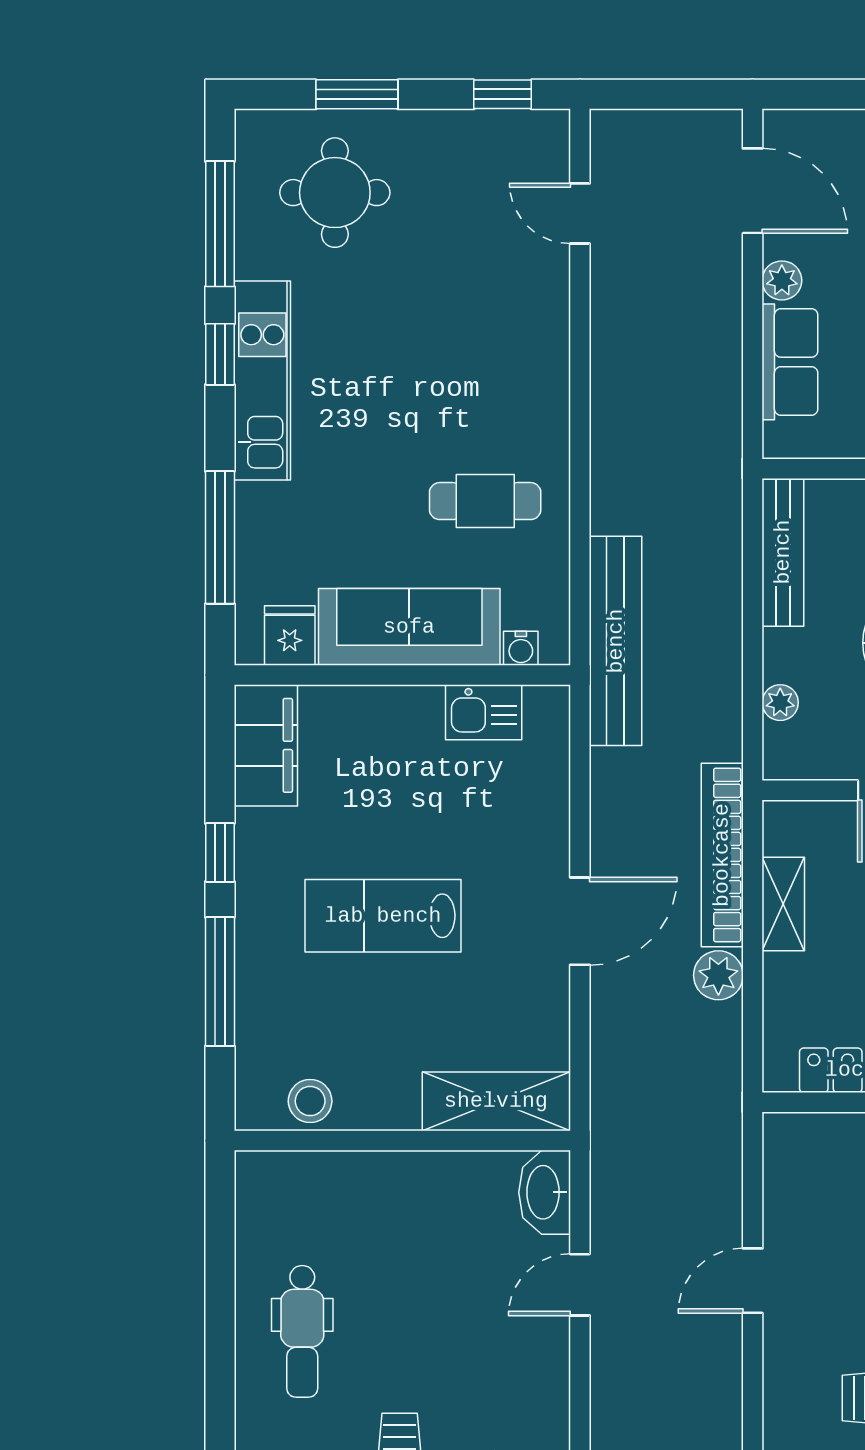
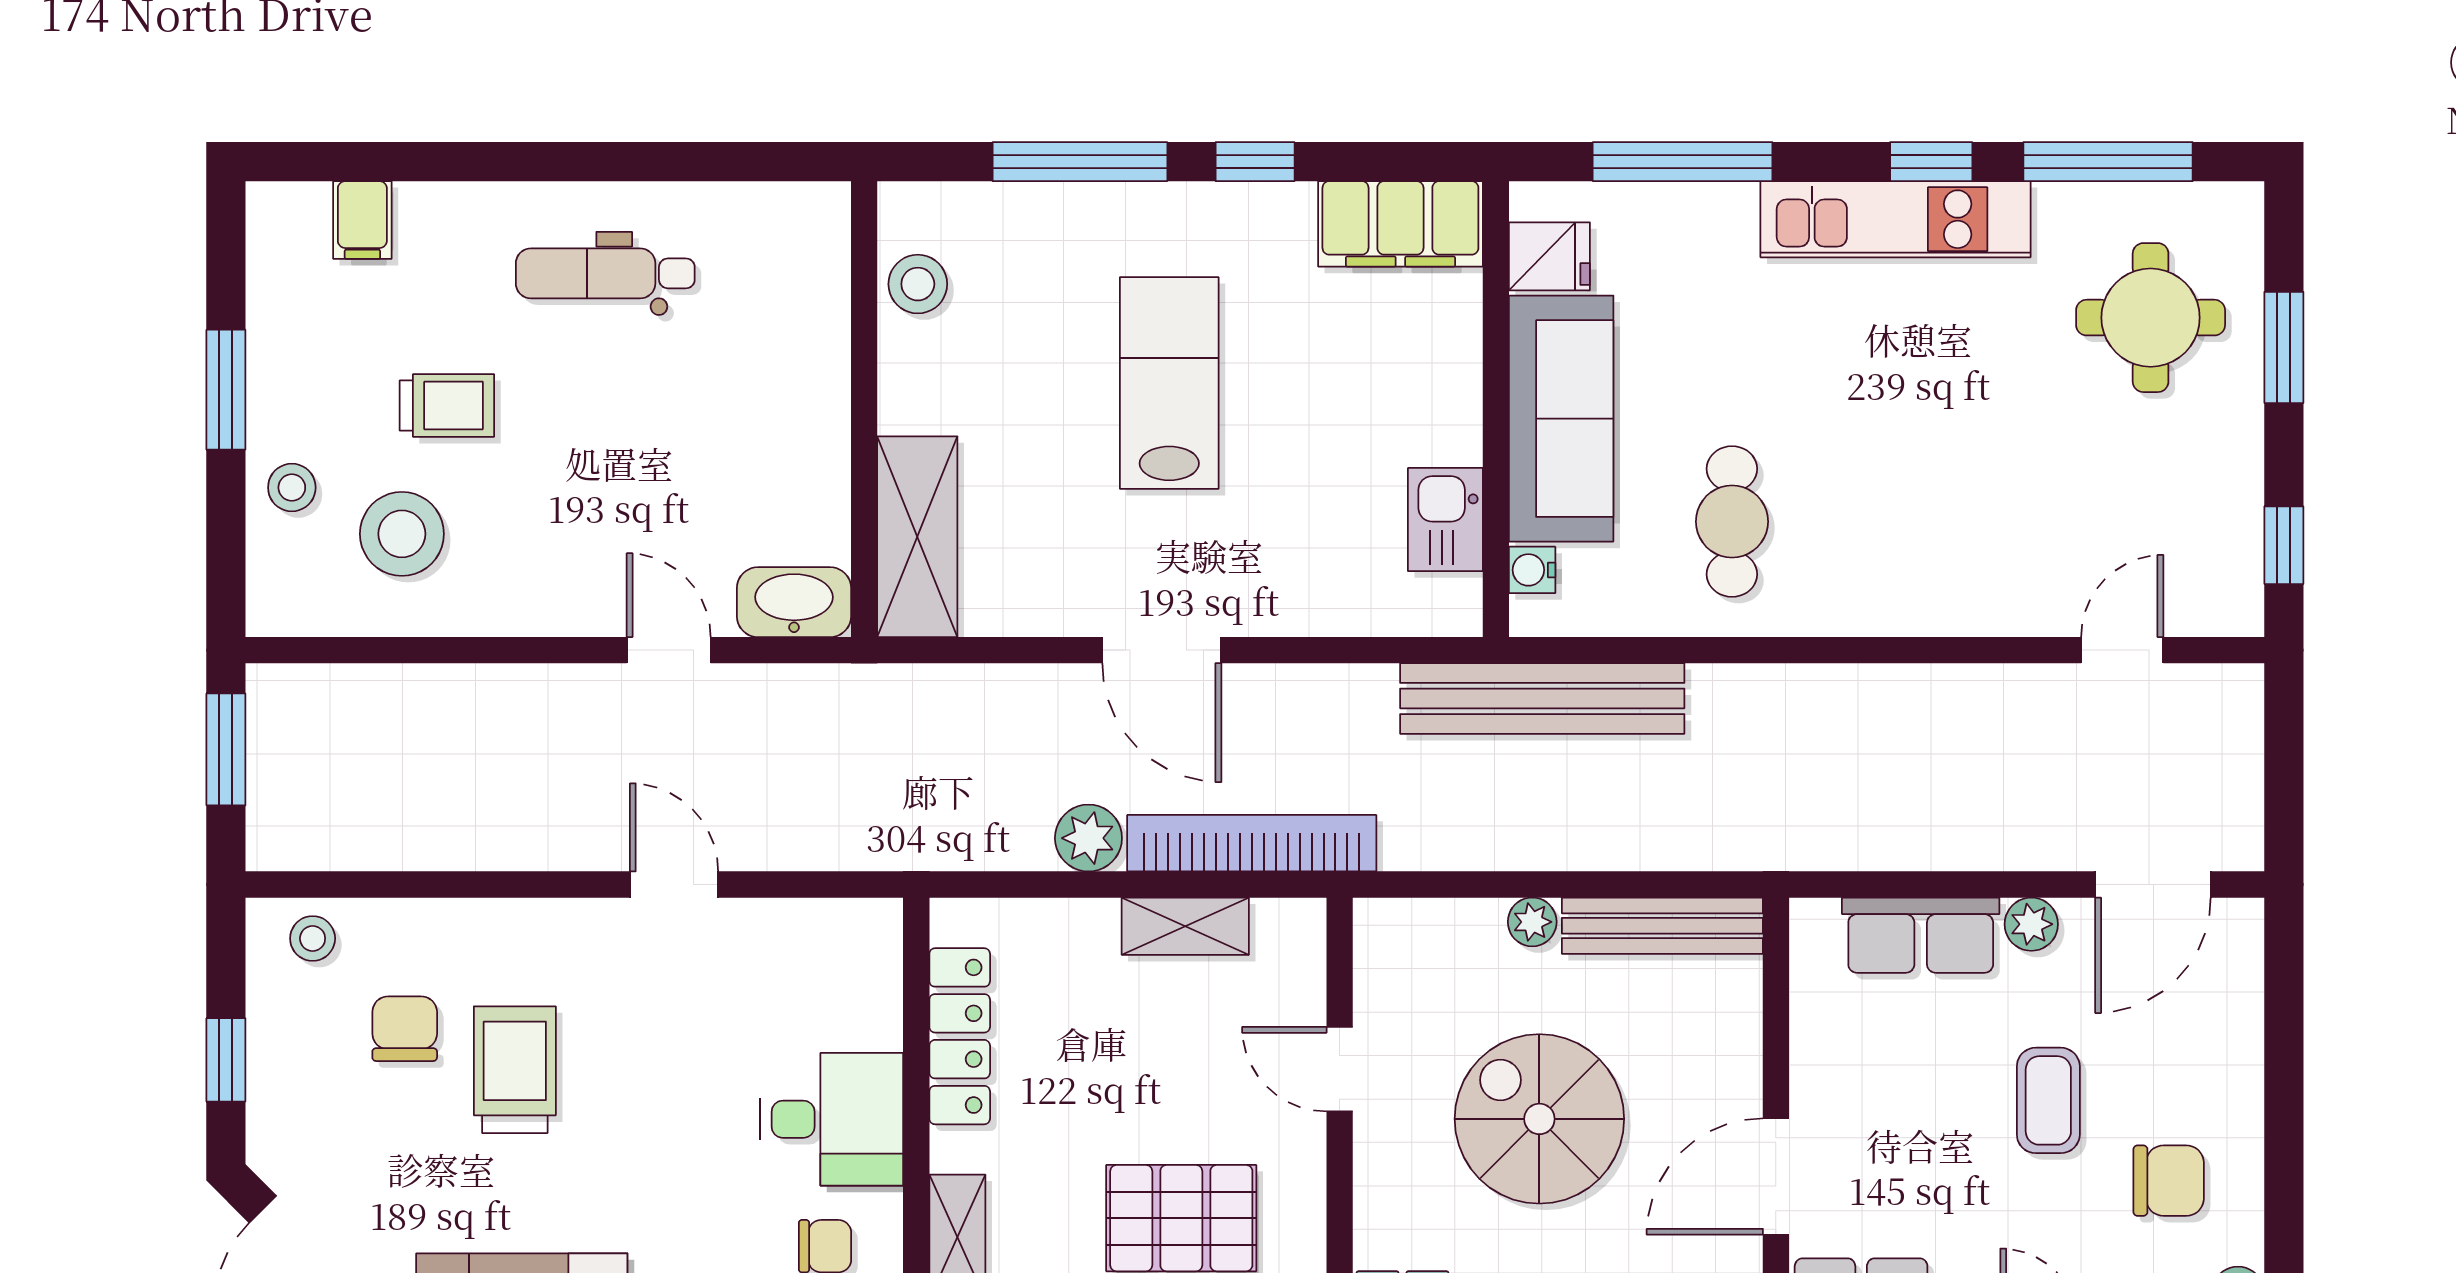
plant: (780, 703) -> (1532, 922), moved

